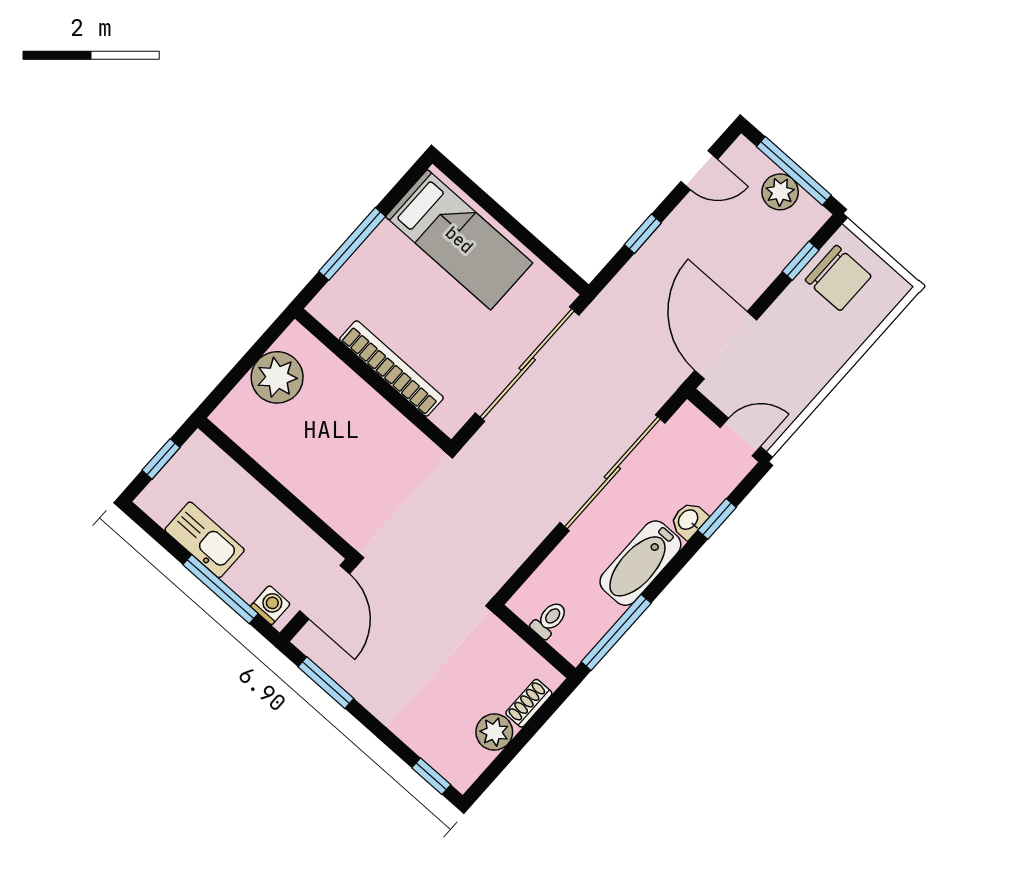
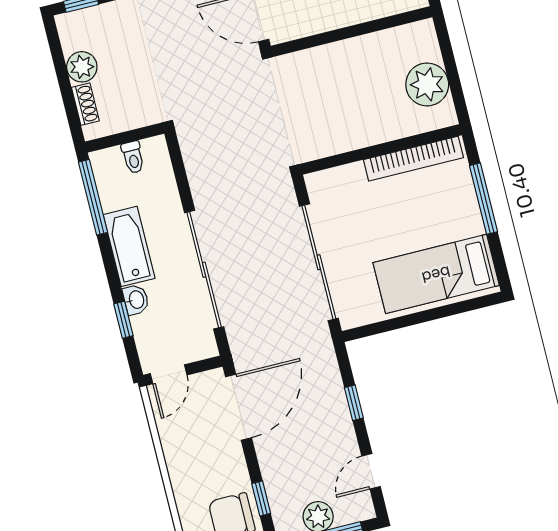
door: (726, 345) -> (238, 407), hinge flipped
bookcase: (391, 368) -> (413, 159), moved

